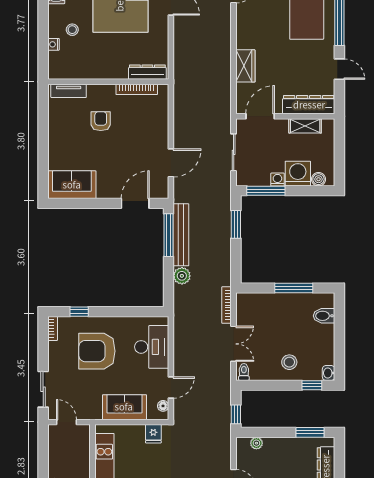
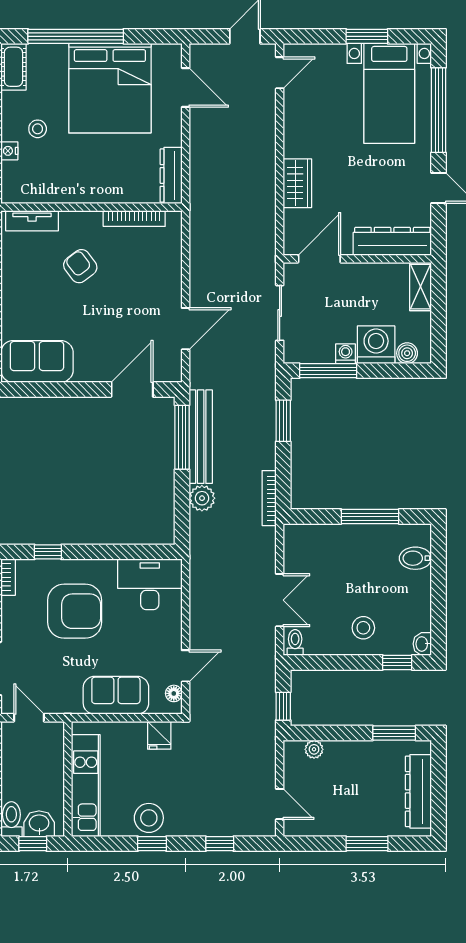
dresser: (147, 72) -> (171, 175), moved, turned -90
armchair: (101, 121) -> (80, 266), turned -37
shelving: (305, 126) -> (421, 287), moved, turned 90
bookcase: (227, 305) -> (269, 498), moved
desk: (152, 347) -> (150, 584), moved, turned -90
armchair: (97, 351) -> (75, 611), turned 180

